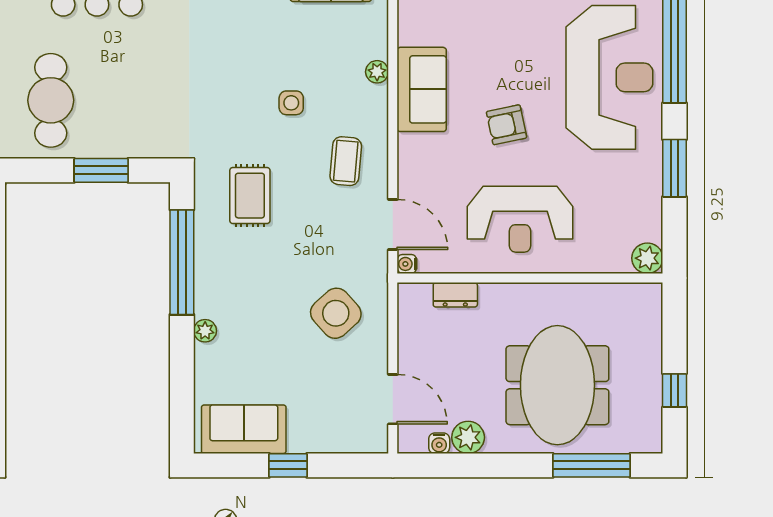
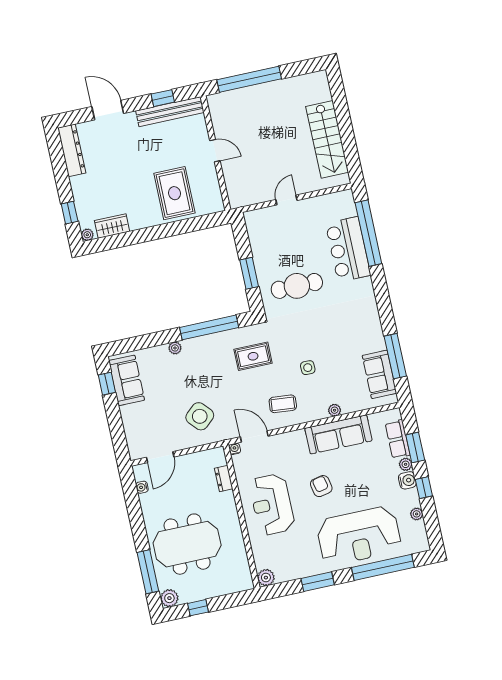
sofa: (422, 89) -> (338, 434), width x1.36
cafe table: (51, 100) -> (297, 286), moved
door: (393, 224) -> (254, 437), swing flipped
plant: (468, 437) -> (169, 598), moved
window: (288, 465) -> (107, 384), moved

